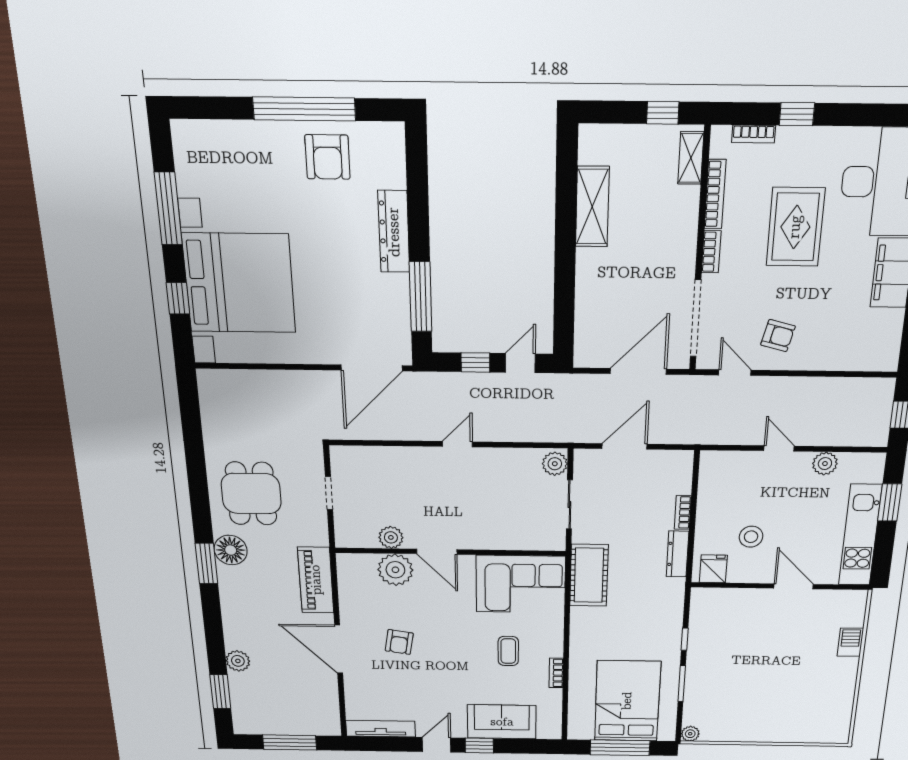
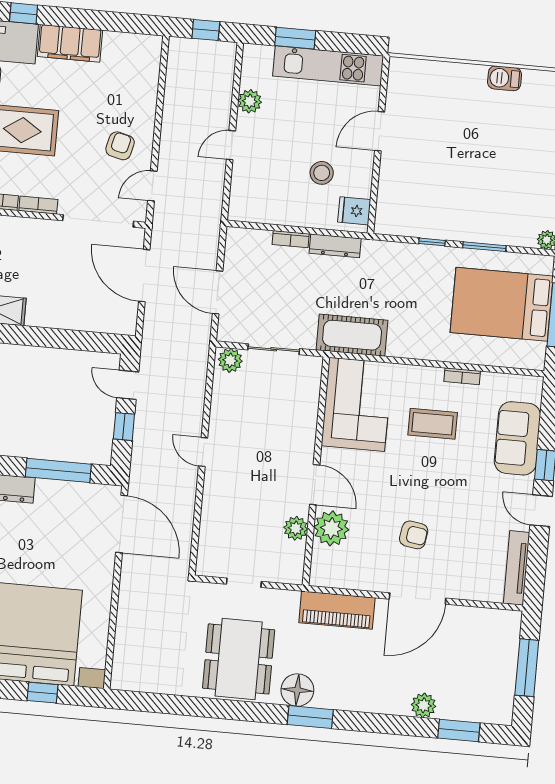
dining table: (251, 494) -> (239, 659), width x1.38
door: (437, 552) -> (315, 485), hinge flipped
barbecue: (850, 642) -> (505, 78), moved
coffee table: (508, 651) -> (433, 424), width x1.36, depth x1.30

